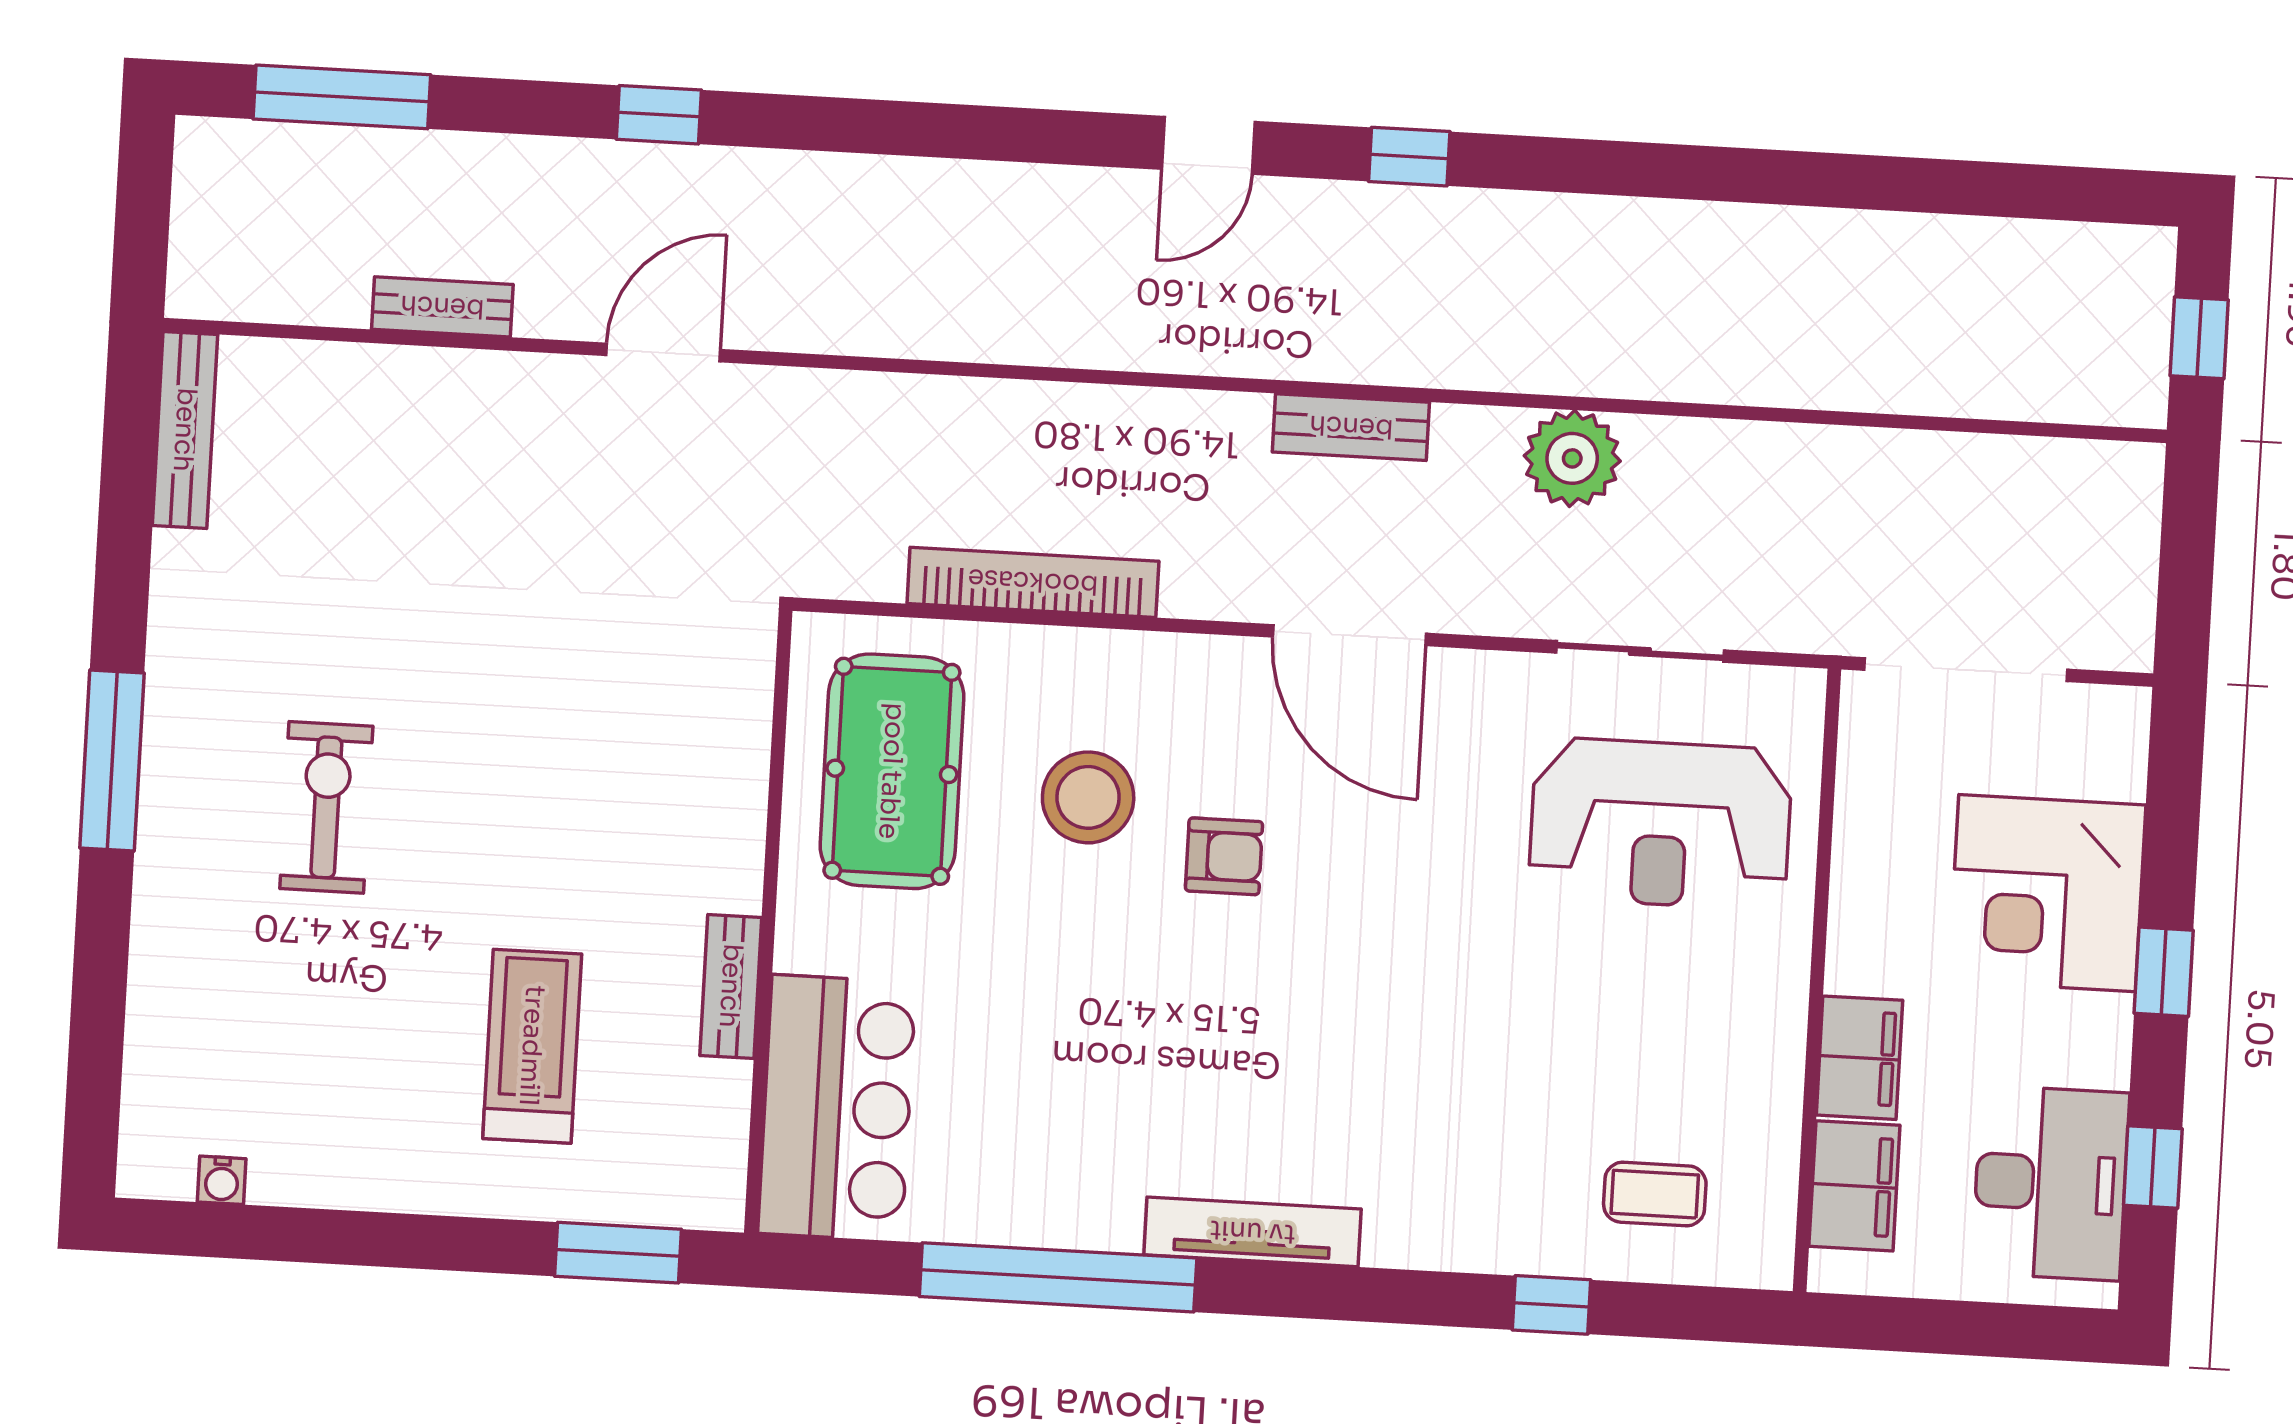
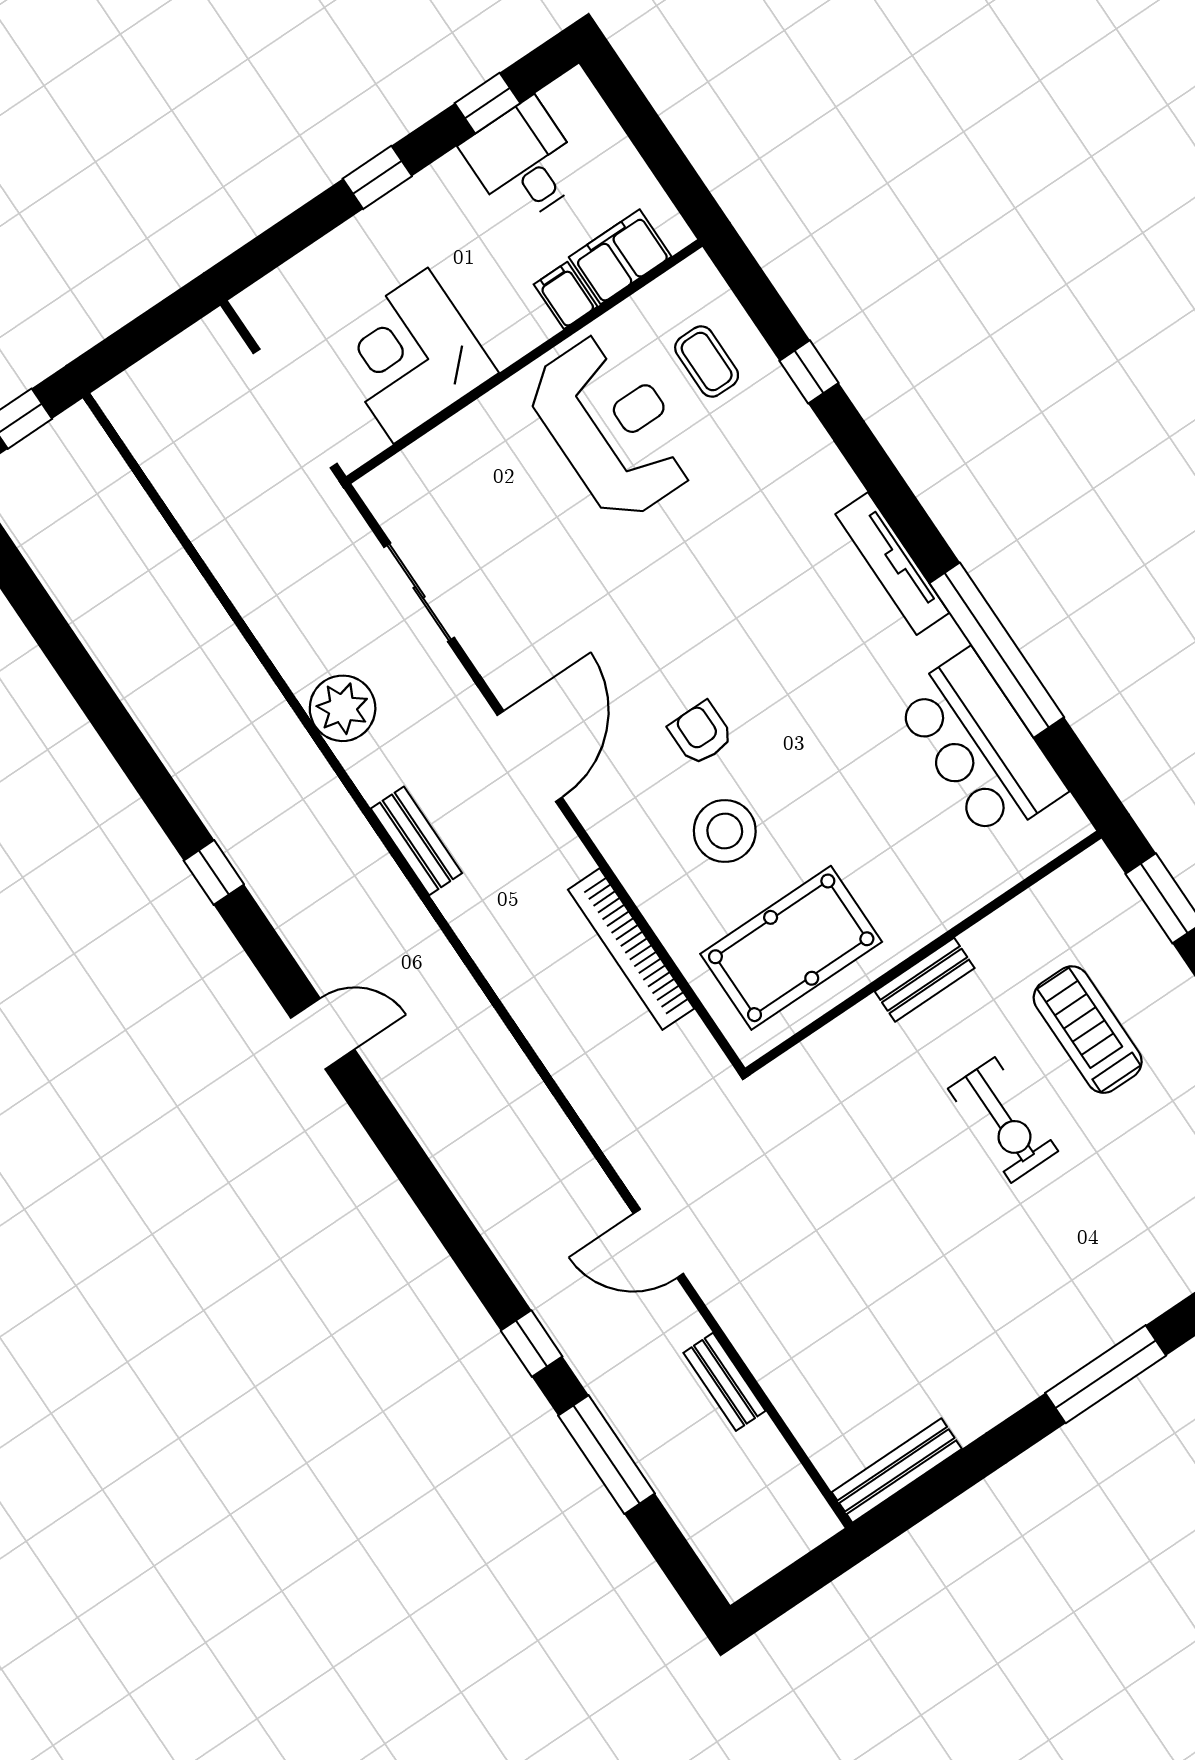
window: (342, 97) -> (606, 1455), moved
window: (1409, 157) -> (214, 872), moved
exercise bike: (326, 807) -> (1003, 1120), moved, turned -90
reception desk: (1660, 824) -> (612, 426), moved
corner desk: (2047, 893) -> (411, 356), moved, turned 180
bench: (731, 986) -> (925, 980), moved
treadmill: (532, 1046) -> (1088, 1030), turned 90
filing cabinet: (1859, 1058) -> (566, 295), width x0.50
bar counter: (837, 1108) -> (980, 746), moved, turned -90
desk: (2050, 1183) -> (524, 162), width x0.73

